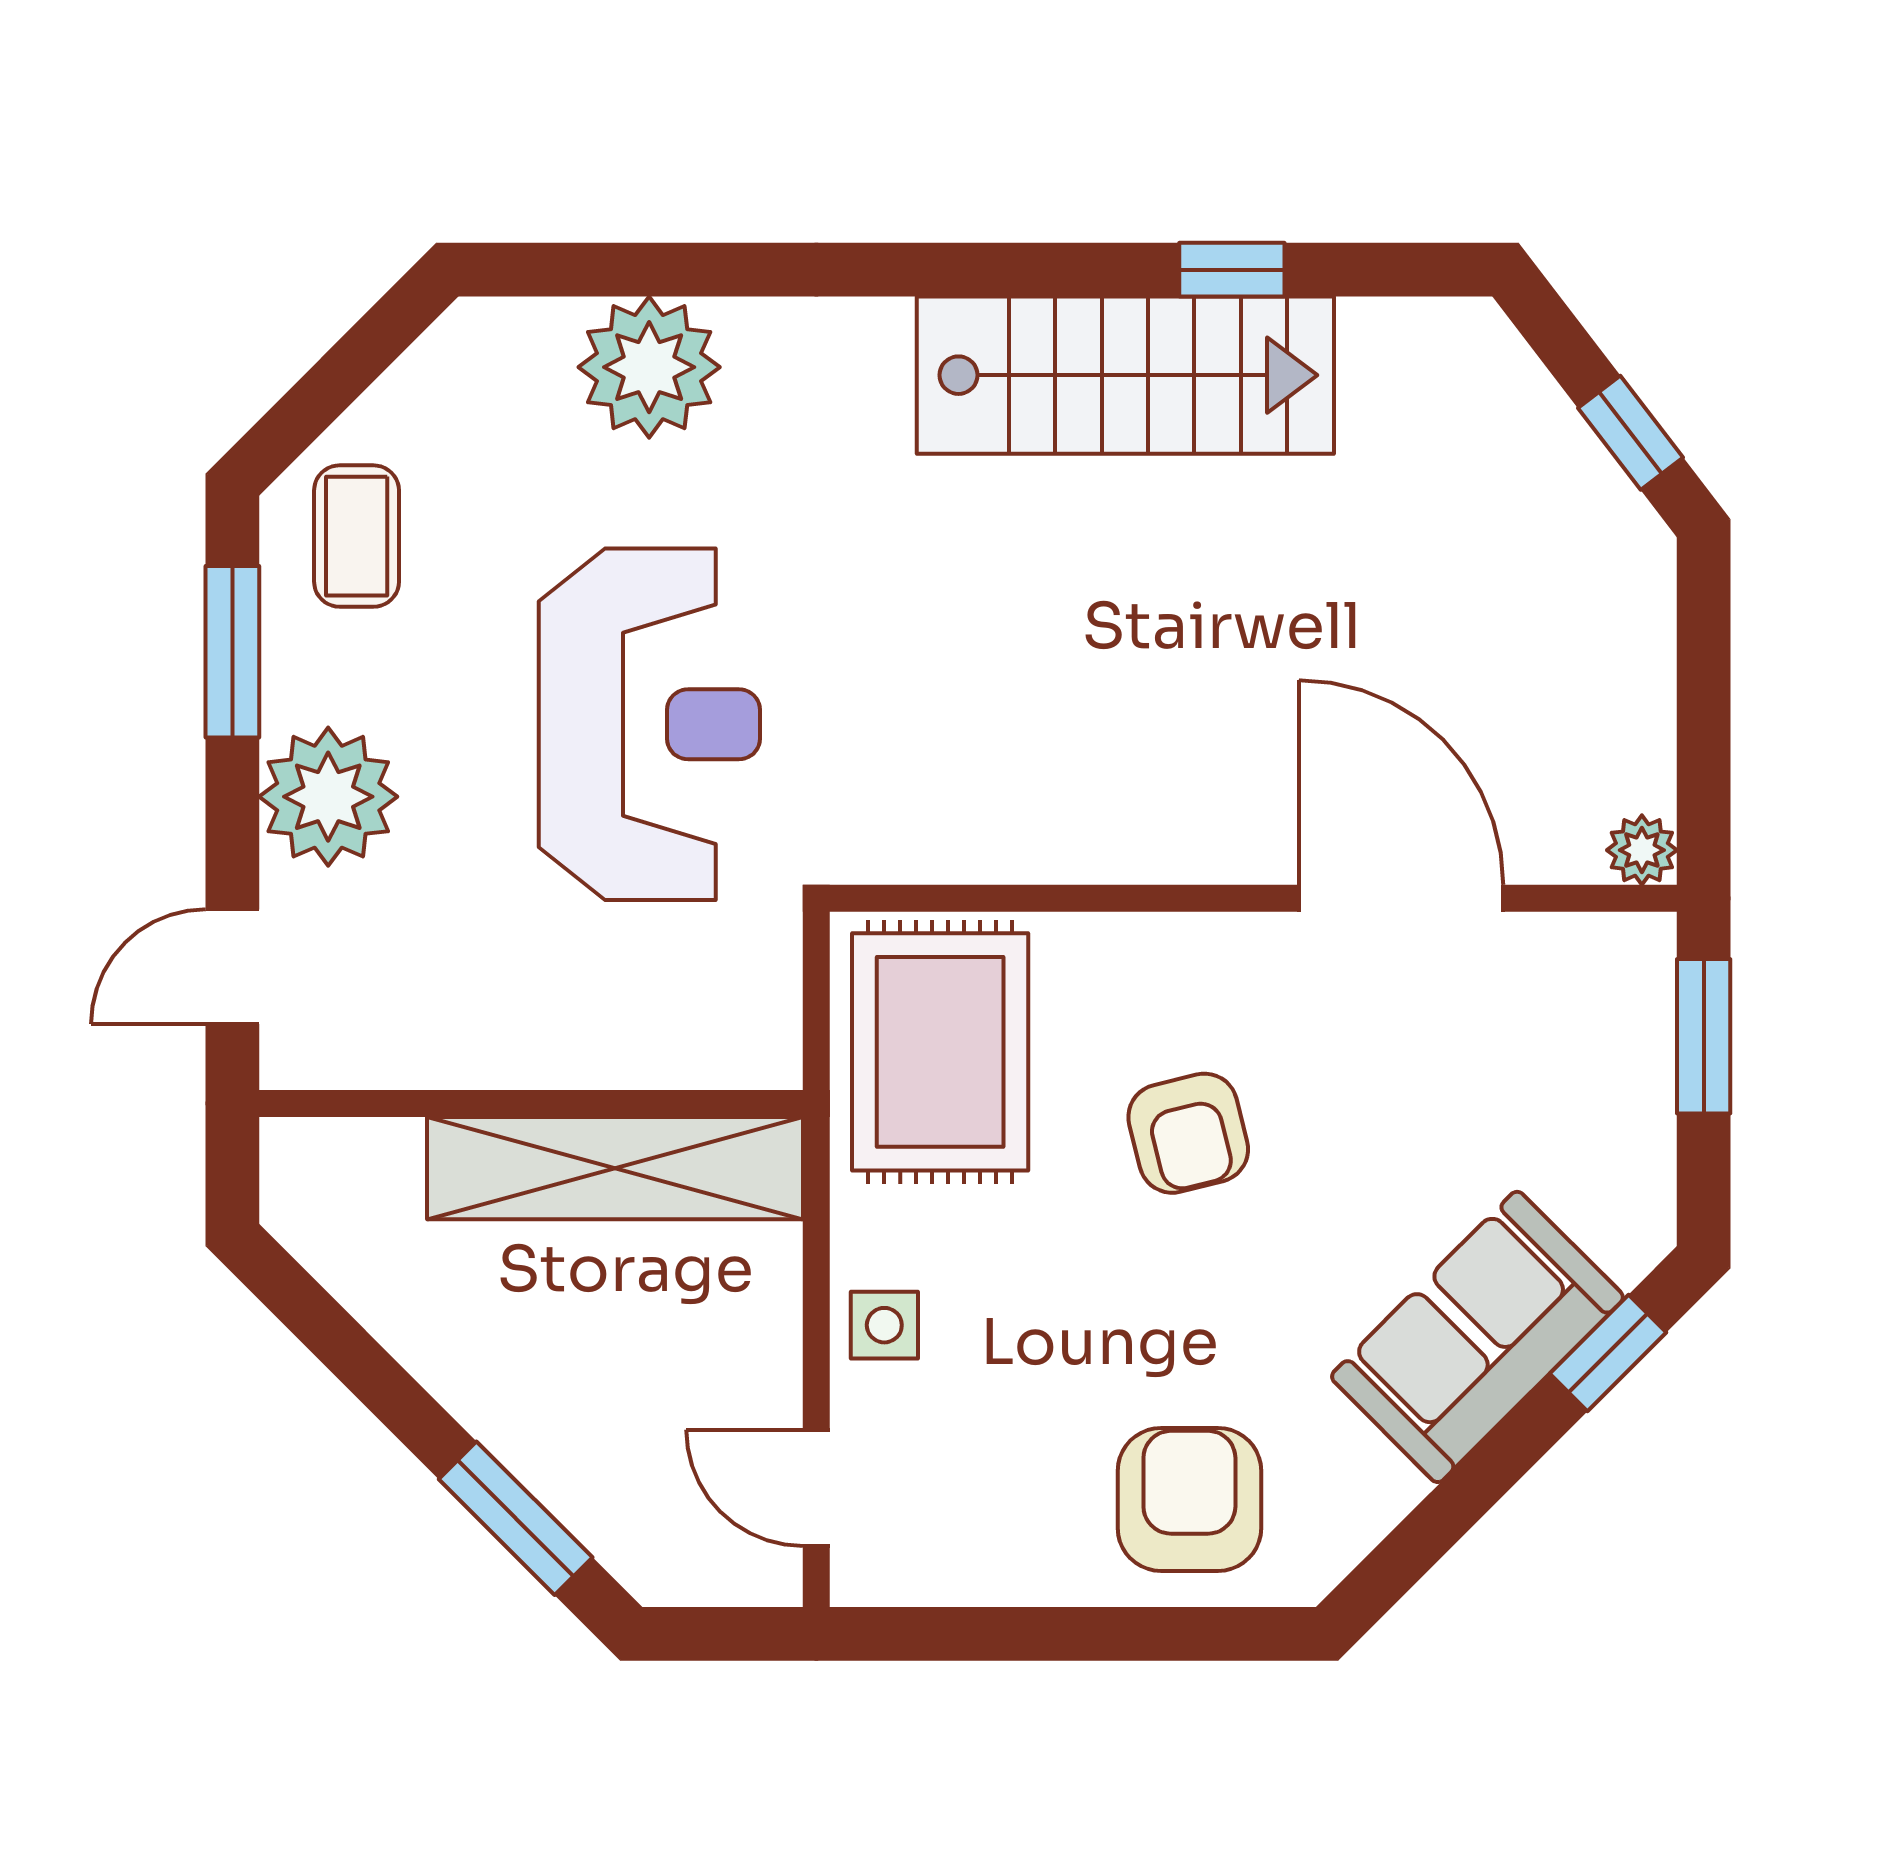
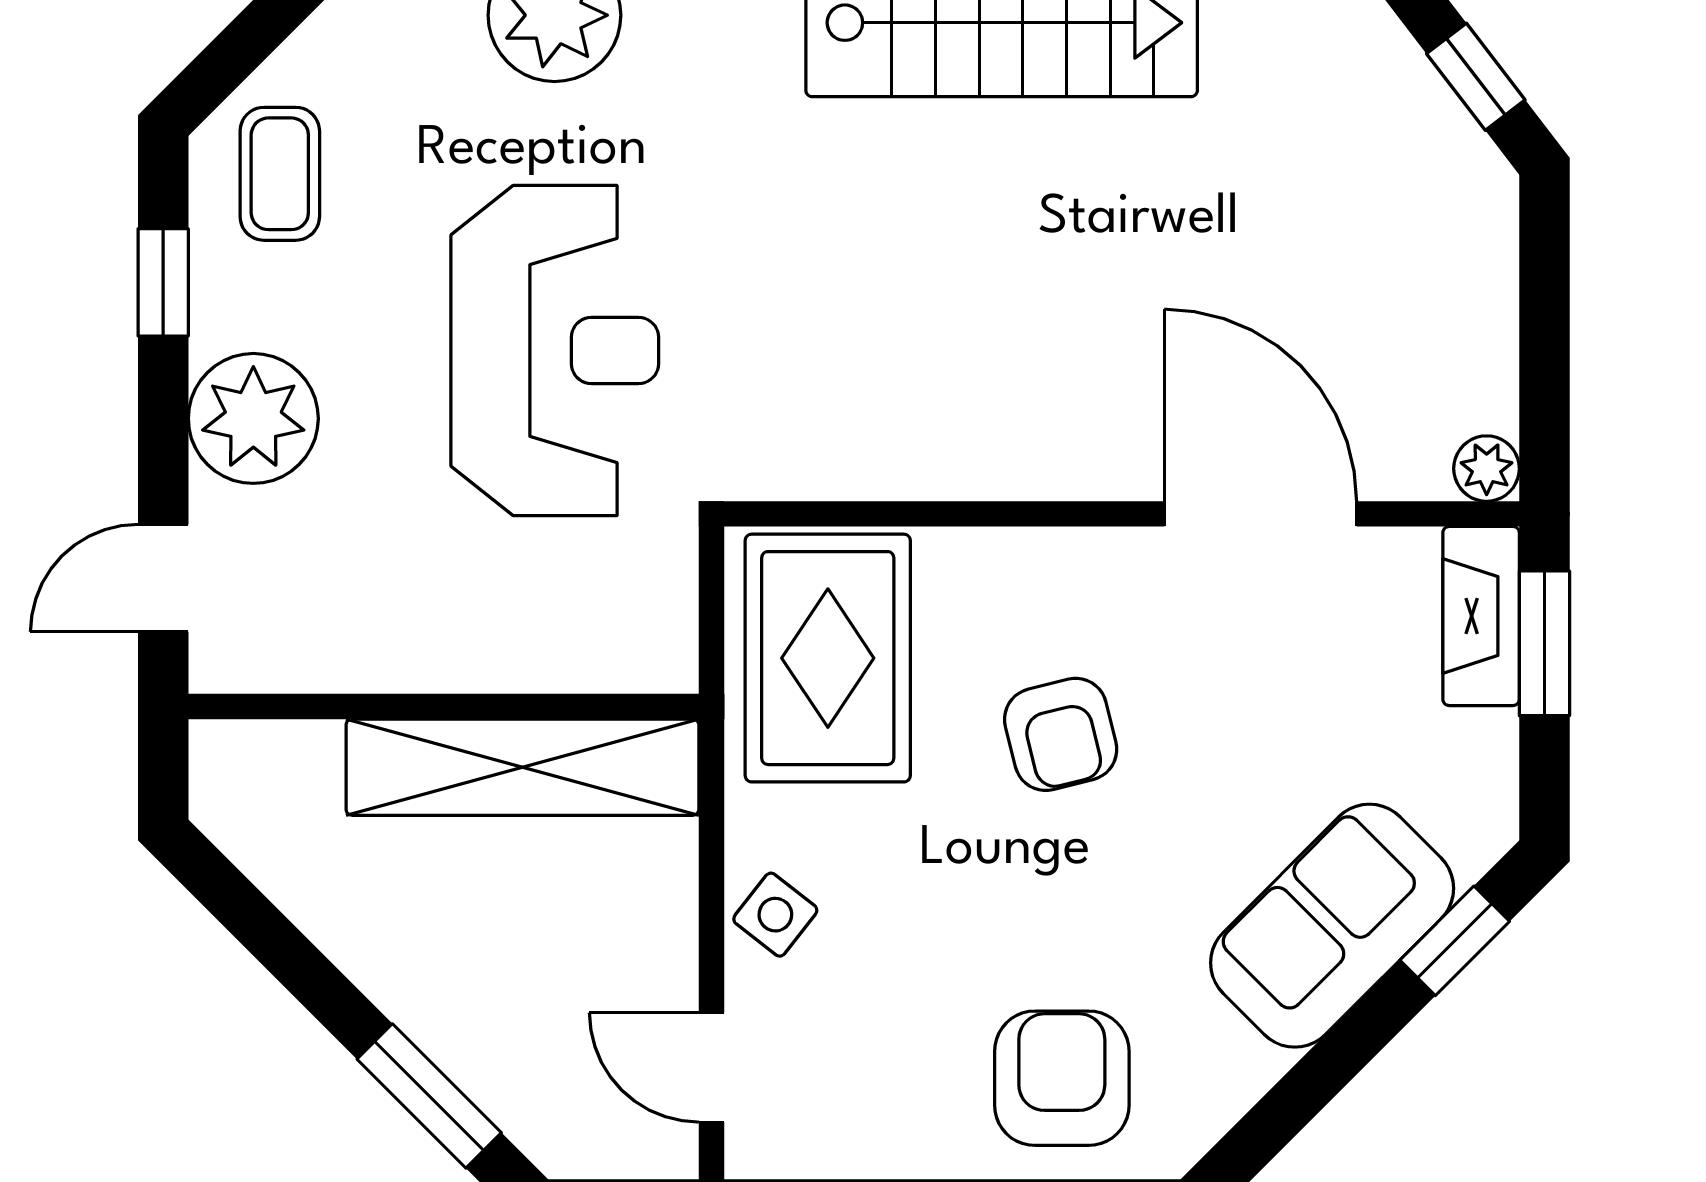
window: (232, 652) -> (163, 282), width x0.67
fireplace: (1636, 1007) -> (1481, 616), added
side table: (884, 1325) -> (775, 915), turned 38

